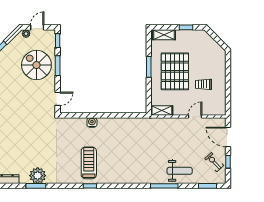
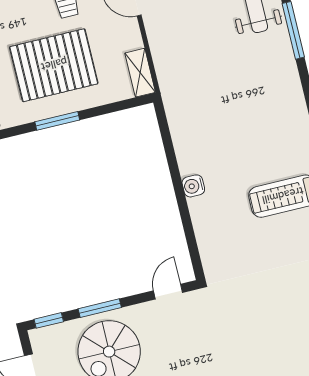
door: (58, 99) -> (168, 292), hinge flipped
water cooler: (92, 122) -> (193, 186), moved

